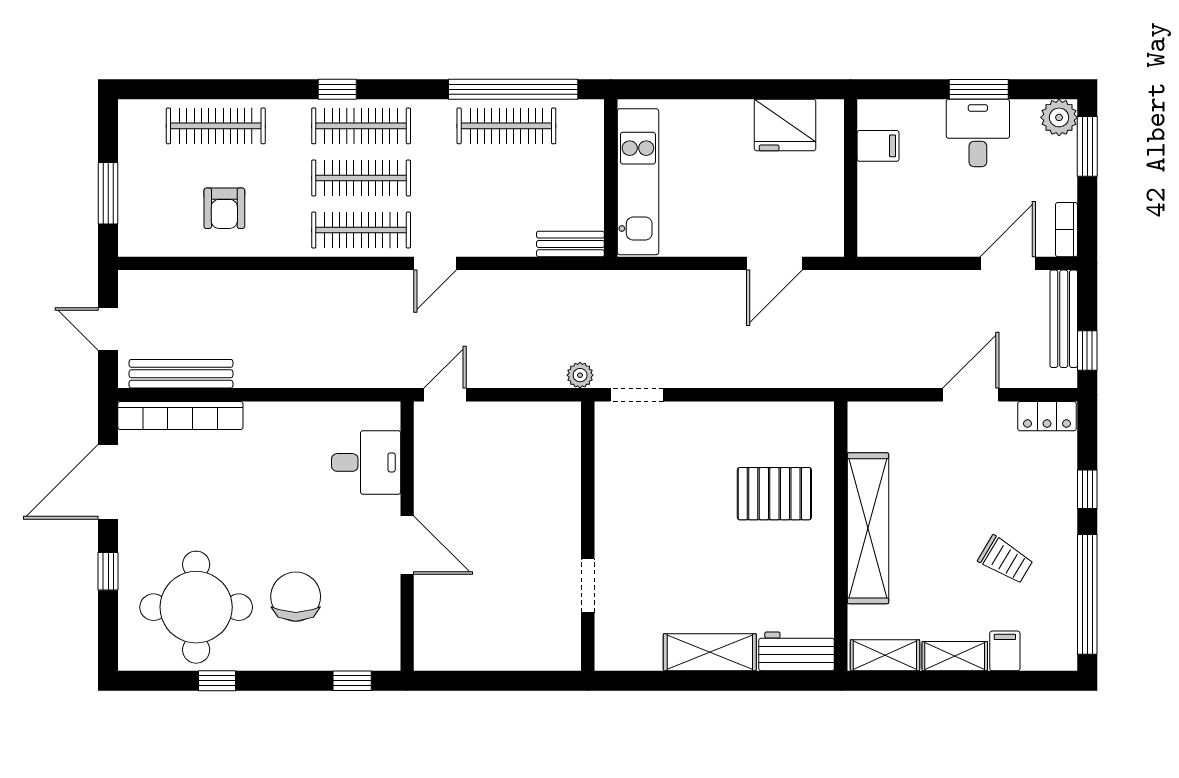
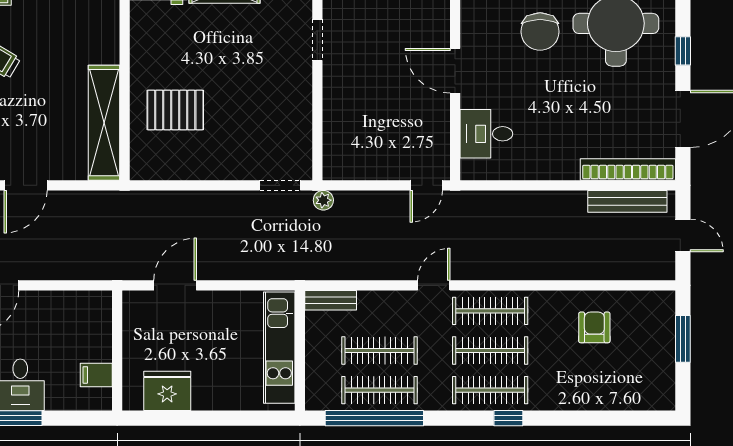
clothes rail: (216, 126) -> (379, 350), moved
shelving: (868, 528) -> (104, 123), moved

